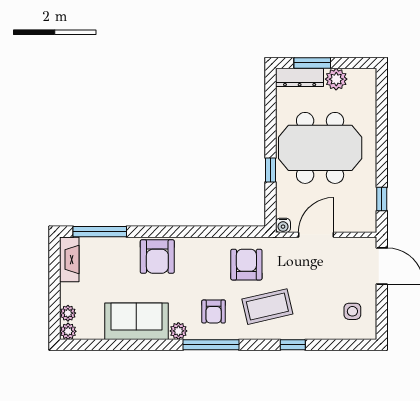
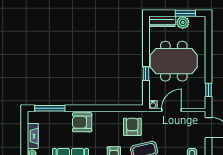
window: (312, 63) -> (185, 13), moved
armchair: (157, 256) -> (82, 122), turned 90
fireplace: (69, 260) -> (33, 136), moved

